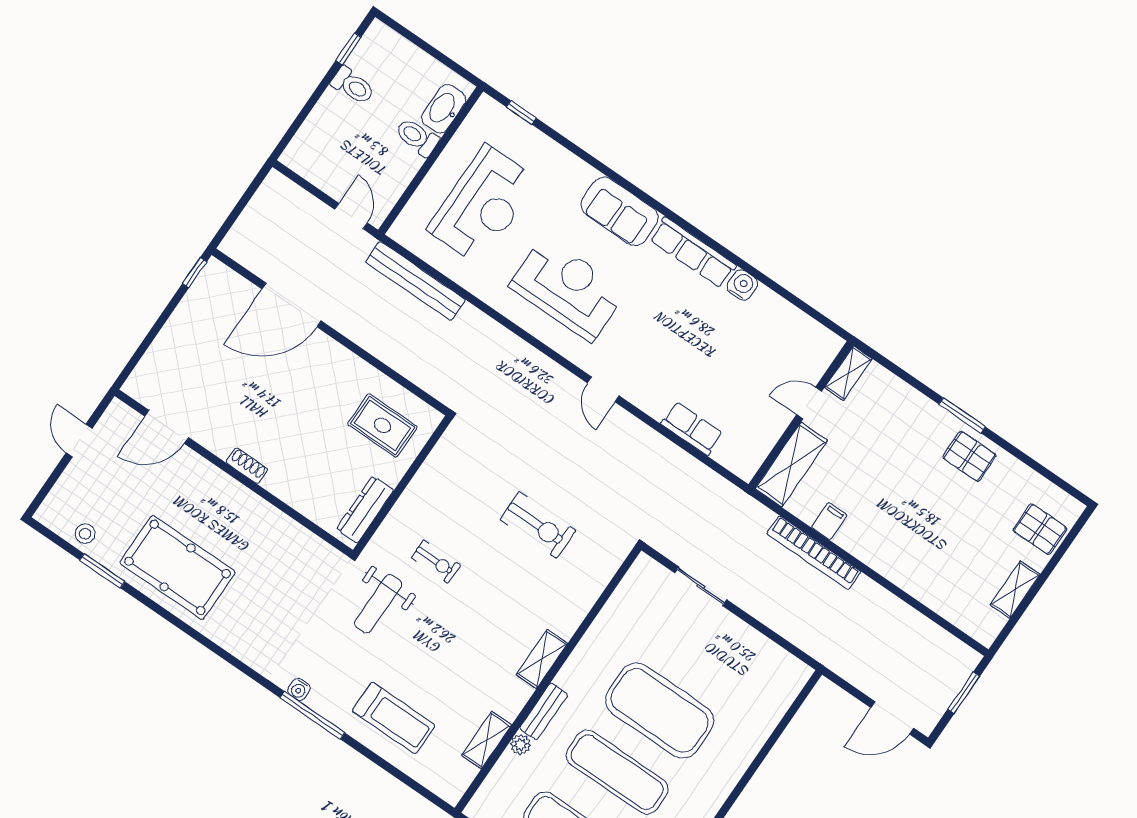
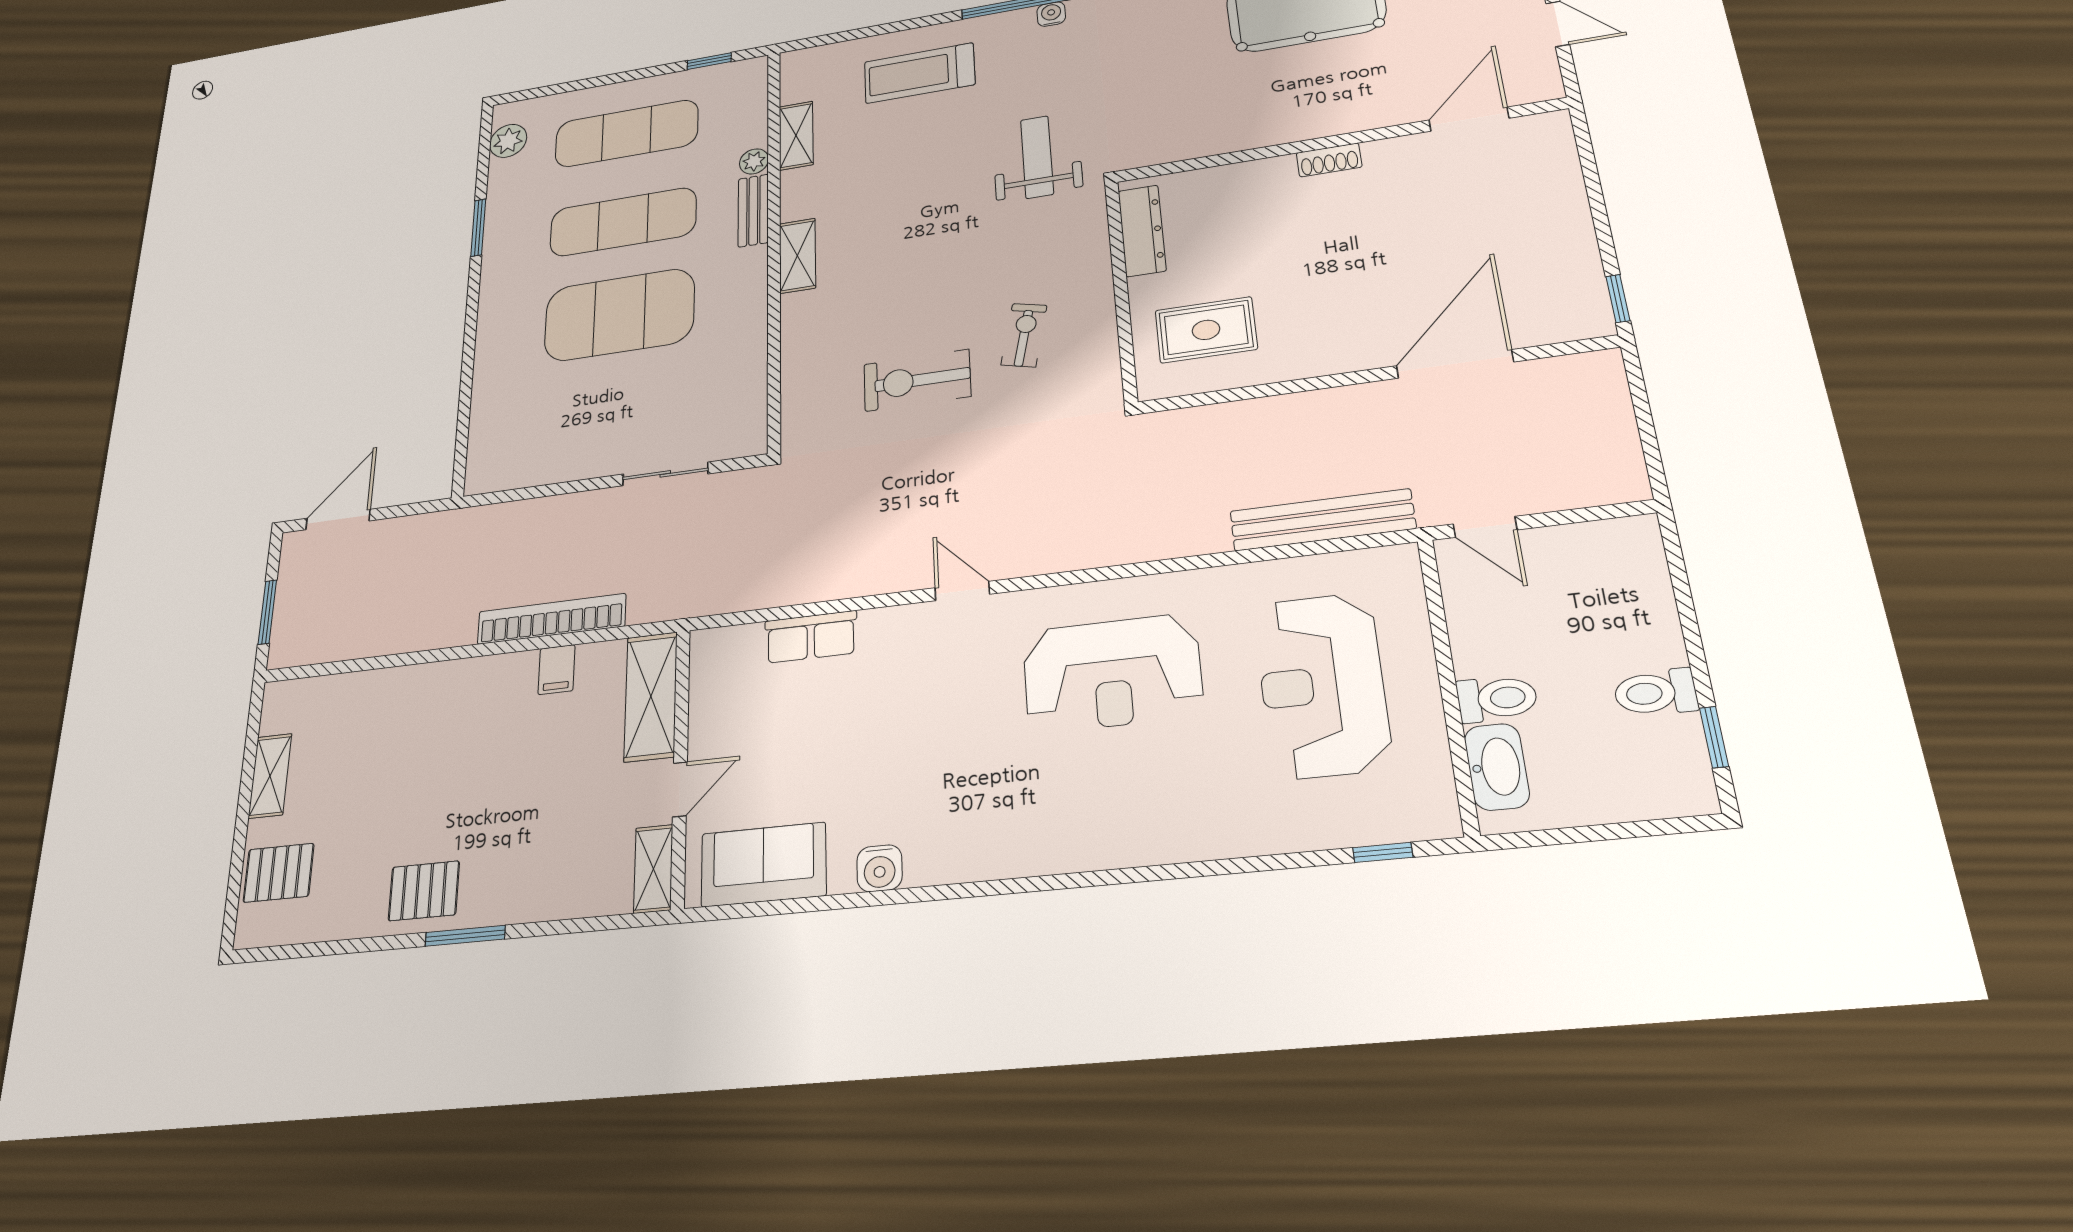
sofa: (620, 211) -> (764, 865), moved
row of seats: (693, 253) -> (981, 857), removed
exercise bike: (436, 561) -> (1024, 335), moved, turned 103

